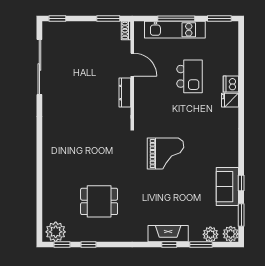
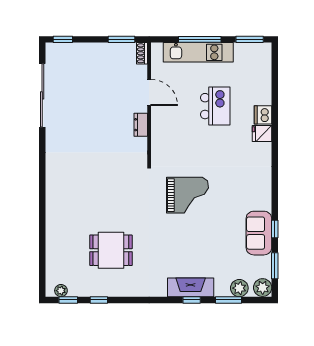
dresser: (125, 93) -> (141, 125), width x0.70
plant: (56, 232) -> (61, 291), width x0.53, depth x0.53

